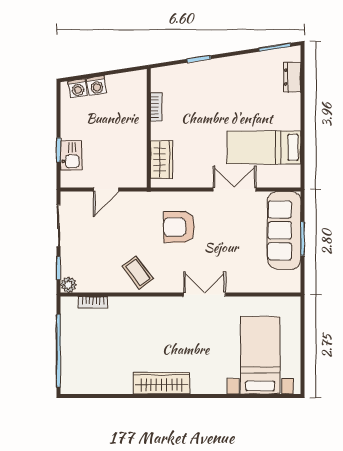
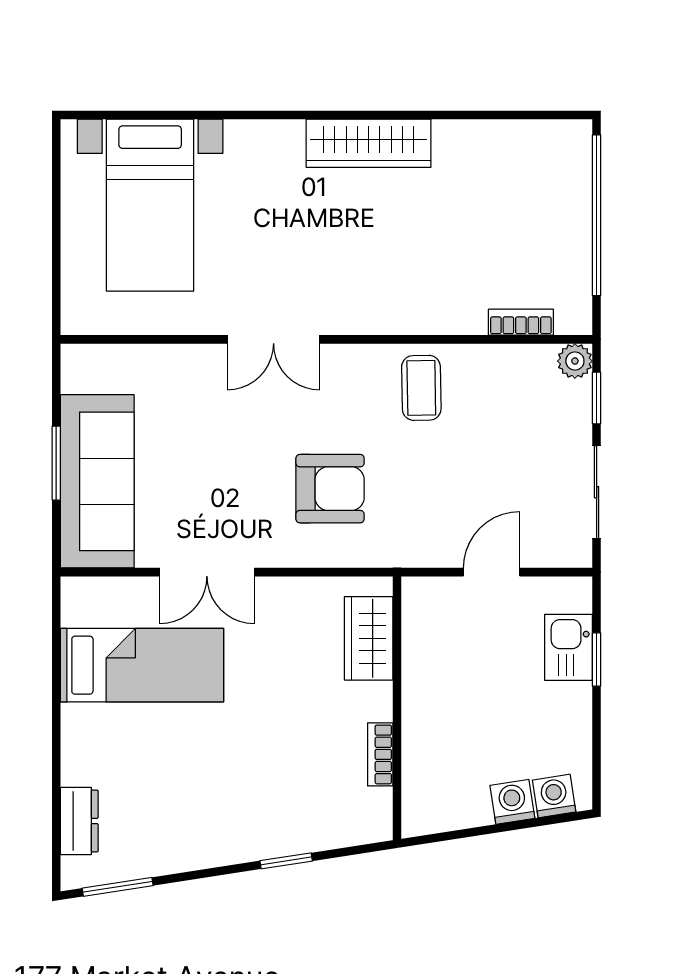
coffee table: (138, 273) -> (421, 388), turned 36

